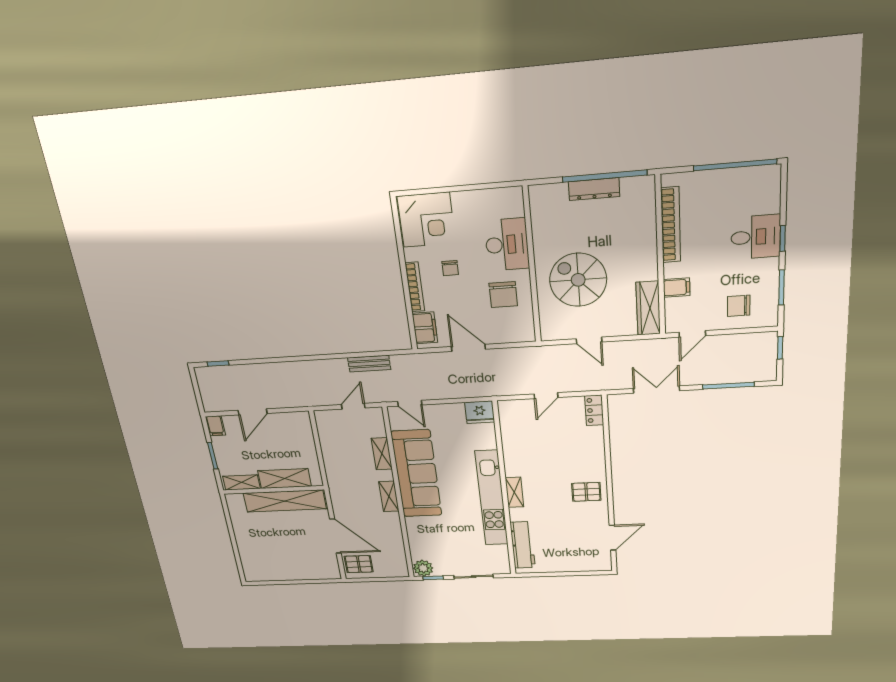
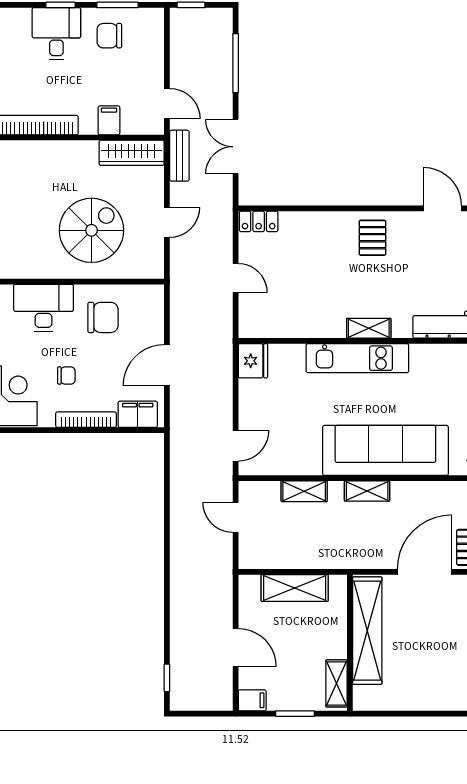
spiral stairs: (578, 280) -> (92, 230), turned 180
chair: (739, 306) -> (109, 36), moved, turned 90
bench: (369, 364) -> (179, 156), moved
sofa: (417, 474) -> (385, 450), moved
shelving: (285, 479) -> (295, 588), moved, turned 90
kitchen unit: (492, 498) -> (357, 358), width x0.73

